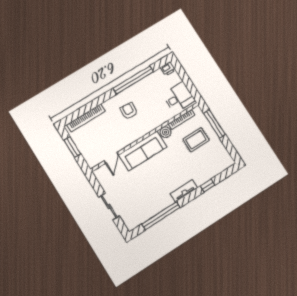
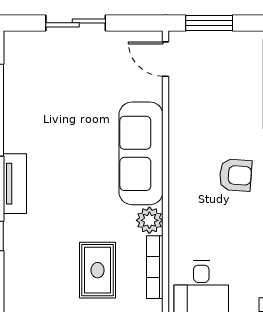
window: (72, 147) -> (209, 23), moved
door: (111, 158) -> (165, 59), moved

